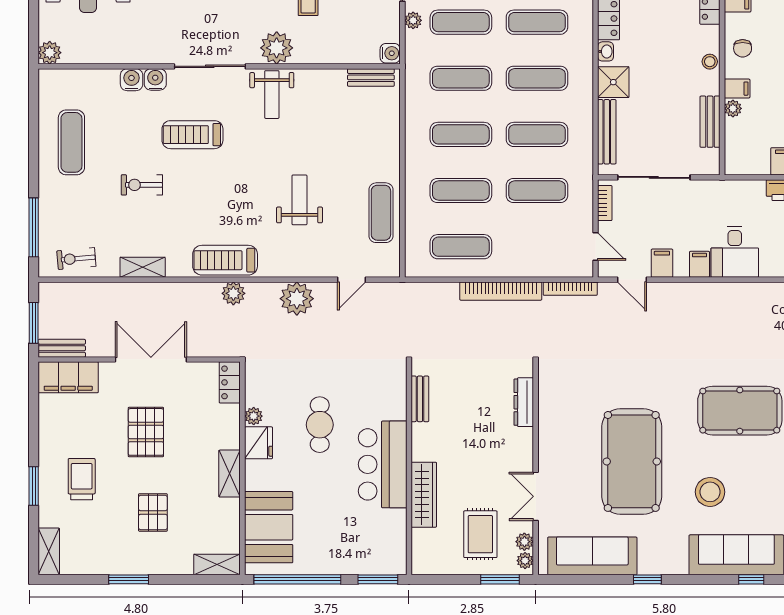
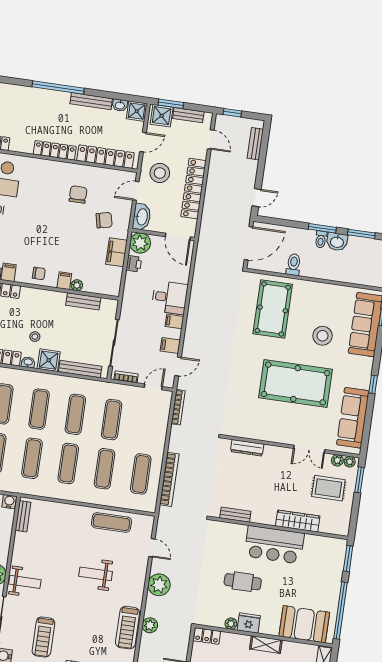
stool: (710, 62) -> (35, 337), moved
bookcase: (501, 291) -> (169, 479), moved

